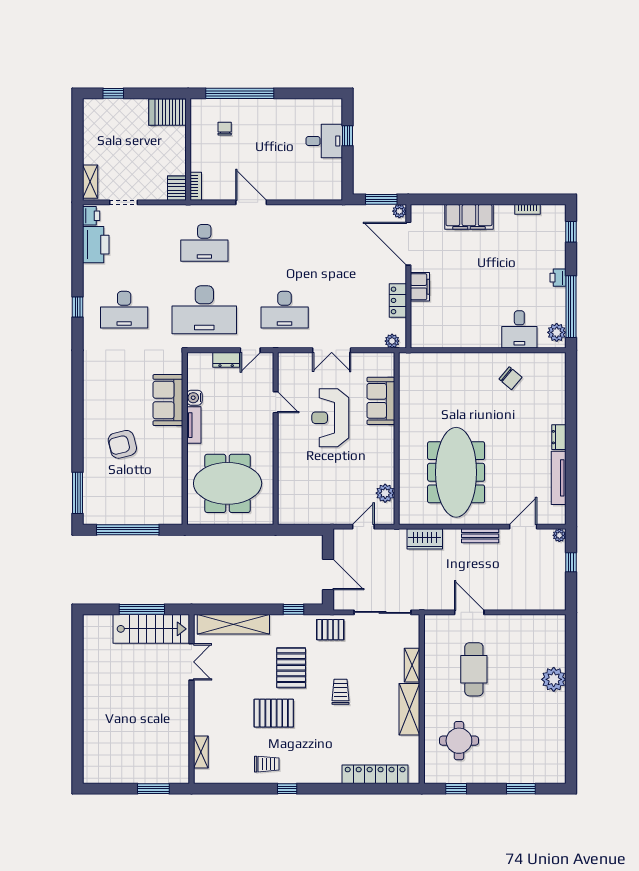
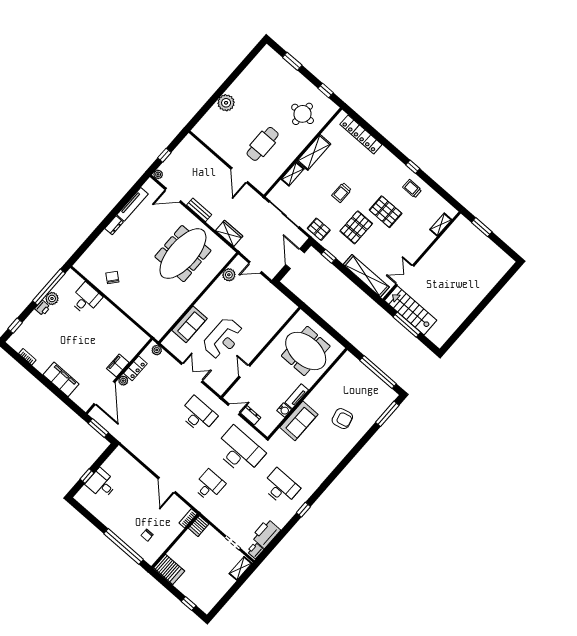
plant: (399, 211) -> (123, 381), moved
desk: (204, 243) -> (209, 485), width x0.73
plant: (557, 332) -> (52, 298), moved

